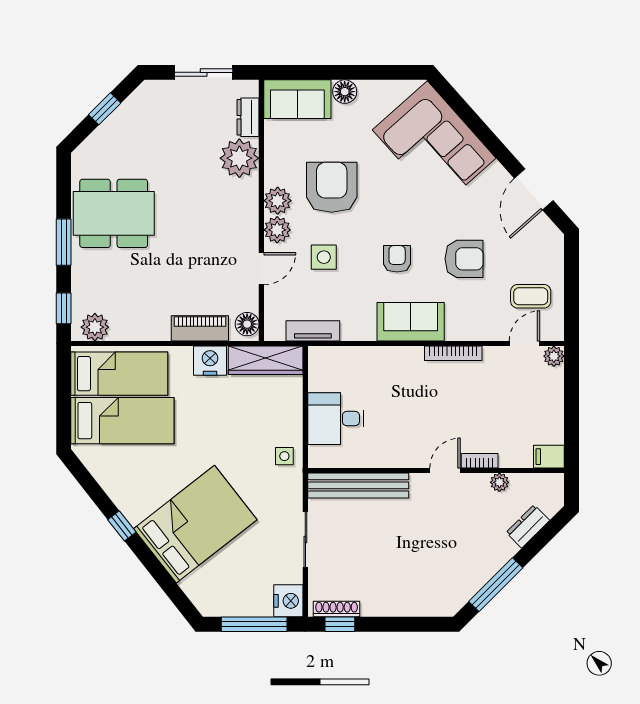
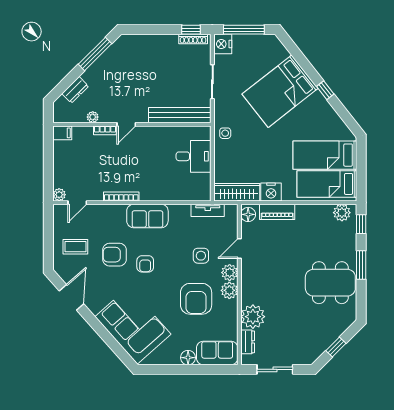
armchair: (397, 259) -> (145, 264), moved
coffee table: (531, 296) -> (75, 247), moved

